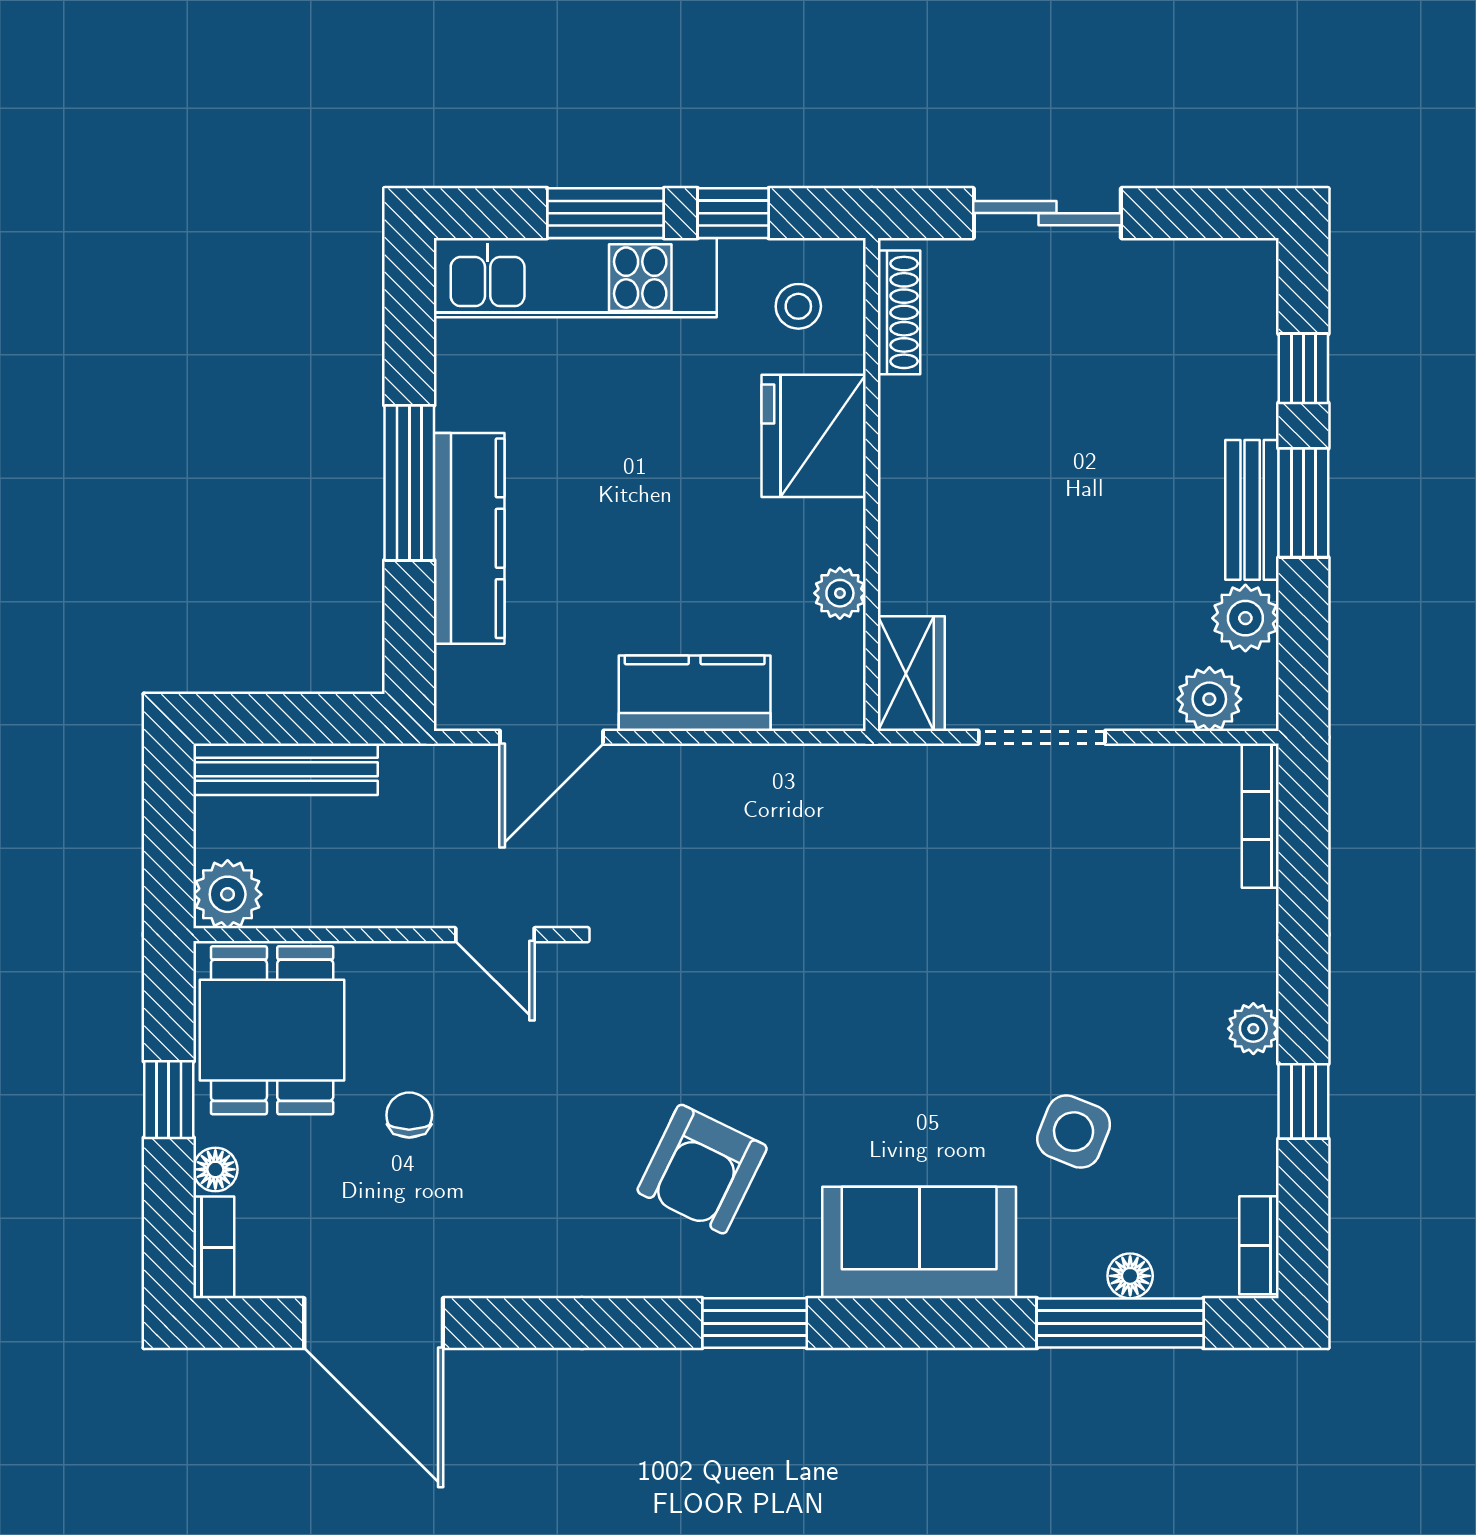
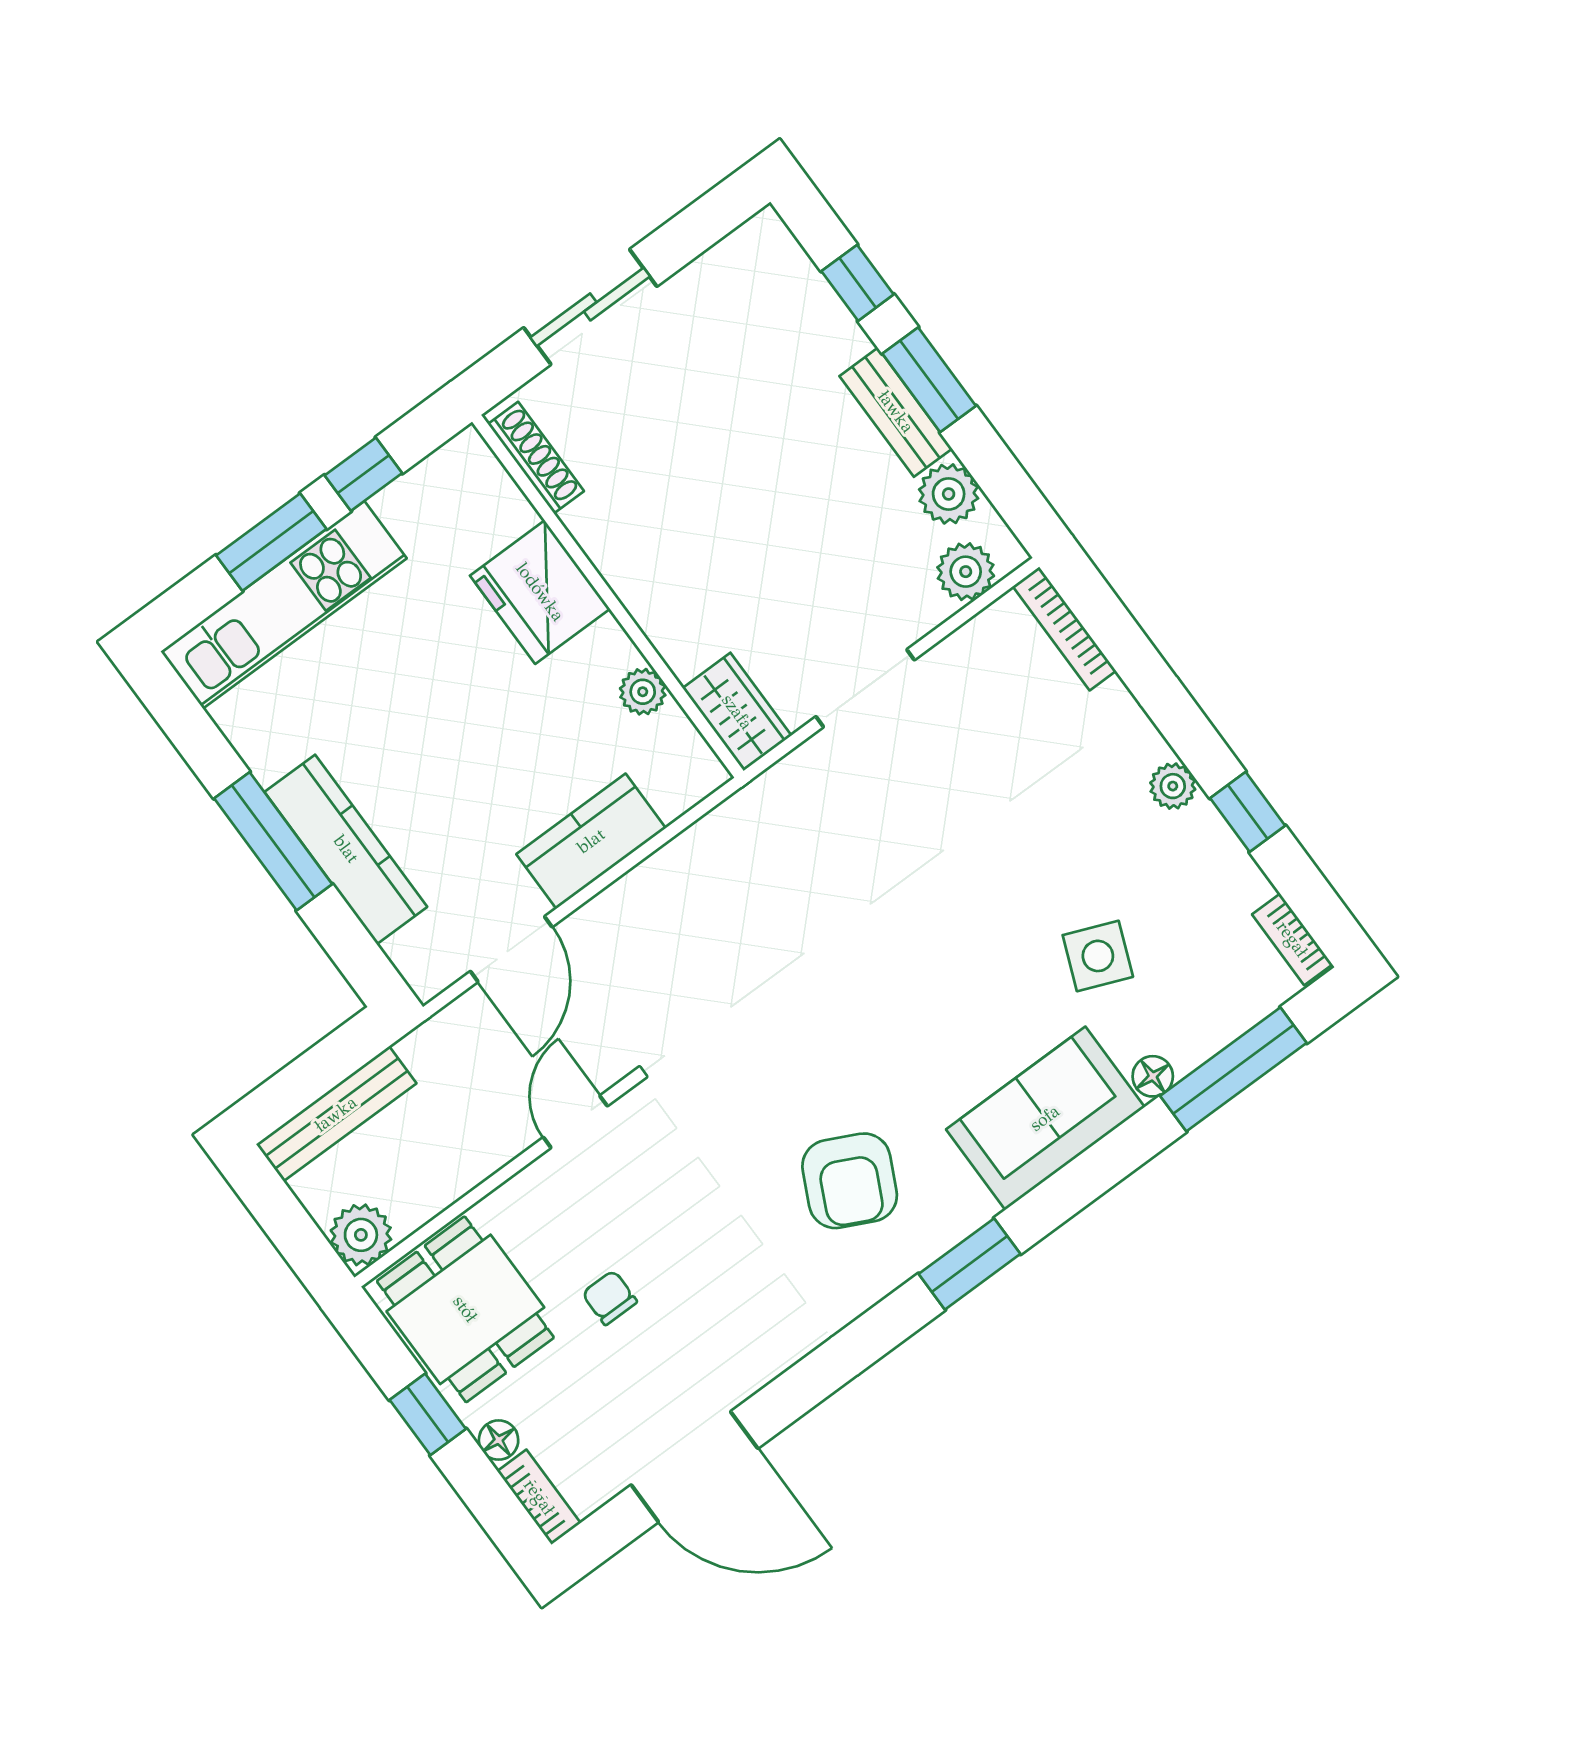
stool: (798, 306) -> (460, 507), removed
door: (495, 935) -> (575, 1122), swing flipped
floor lamp: (1130, 1276) -> (1153, 1076), moved

